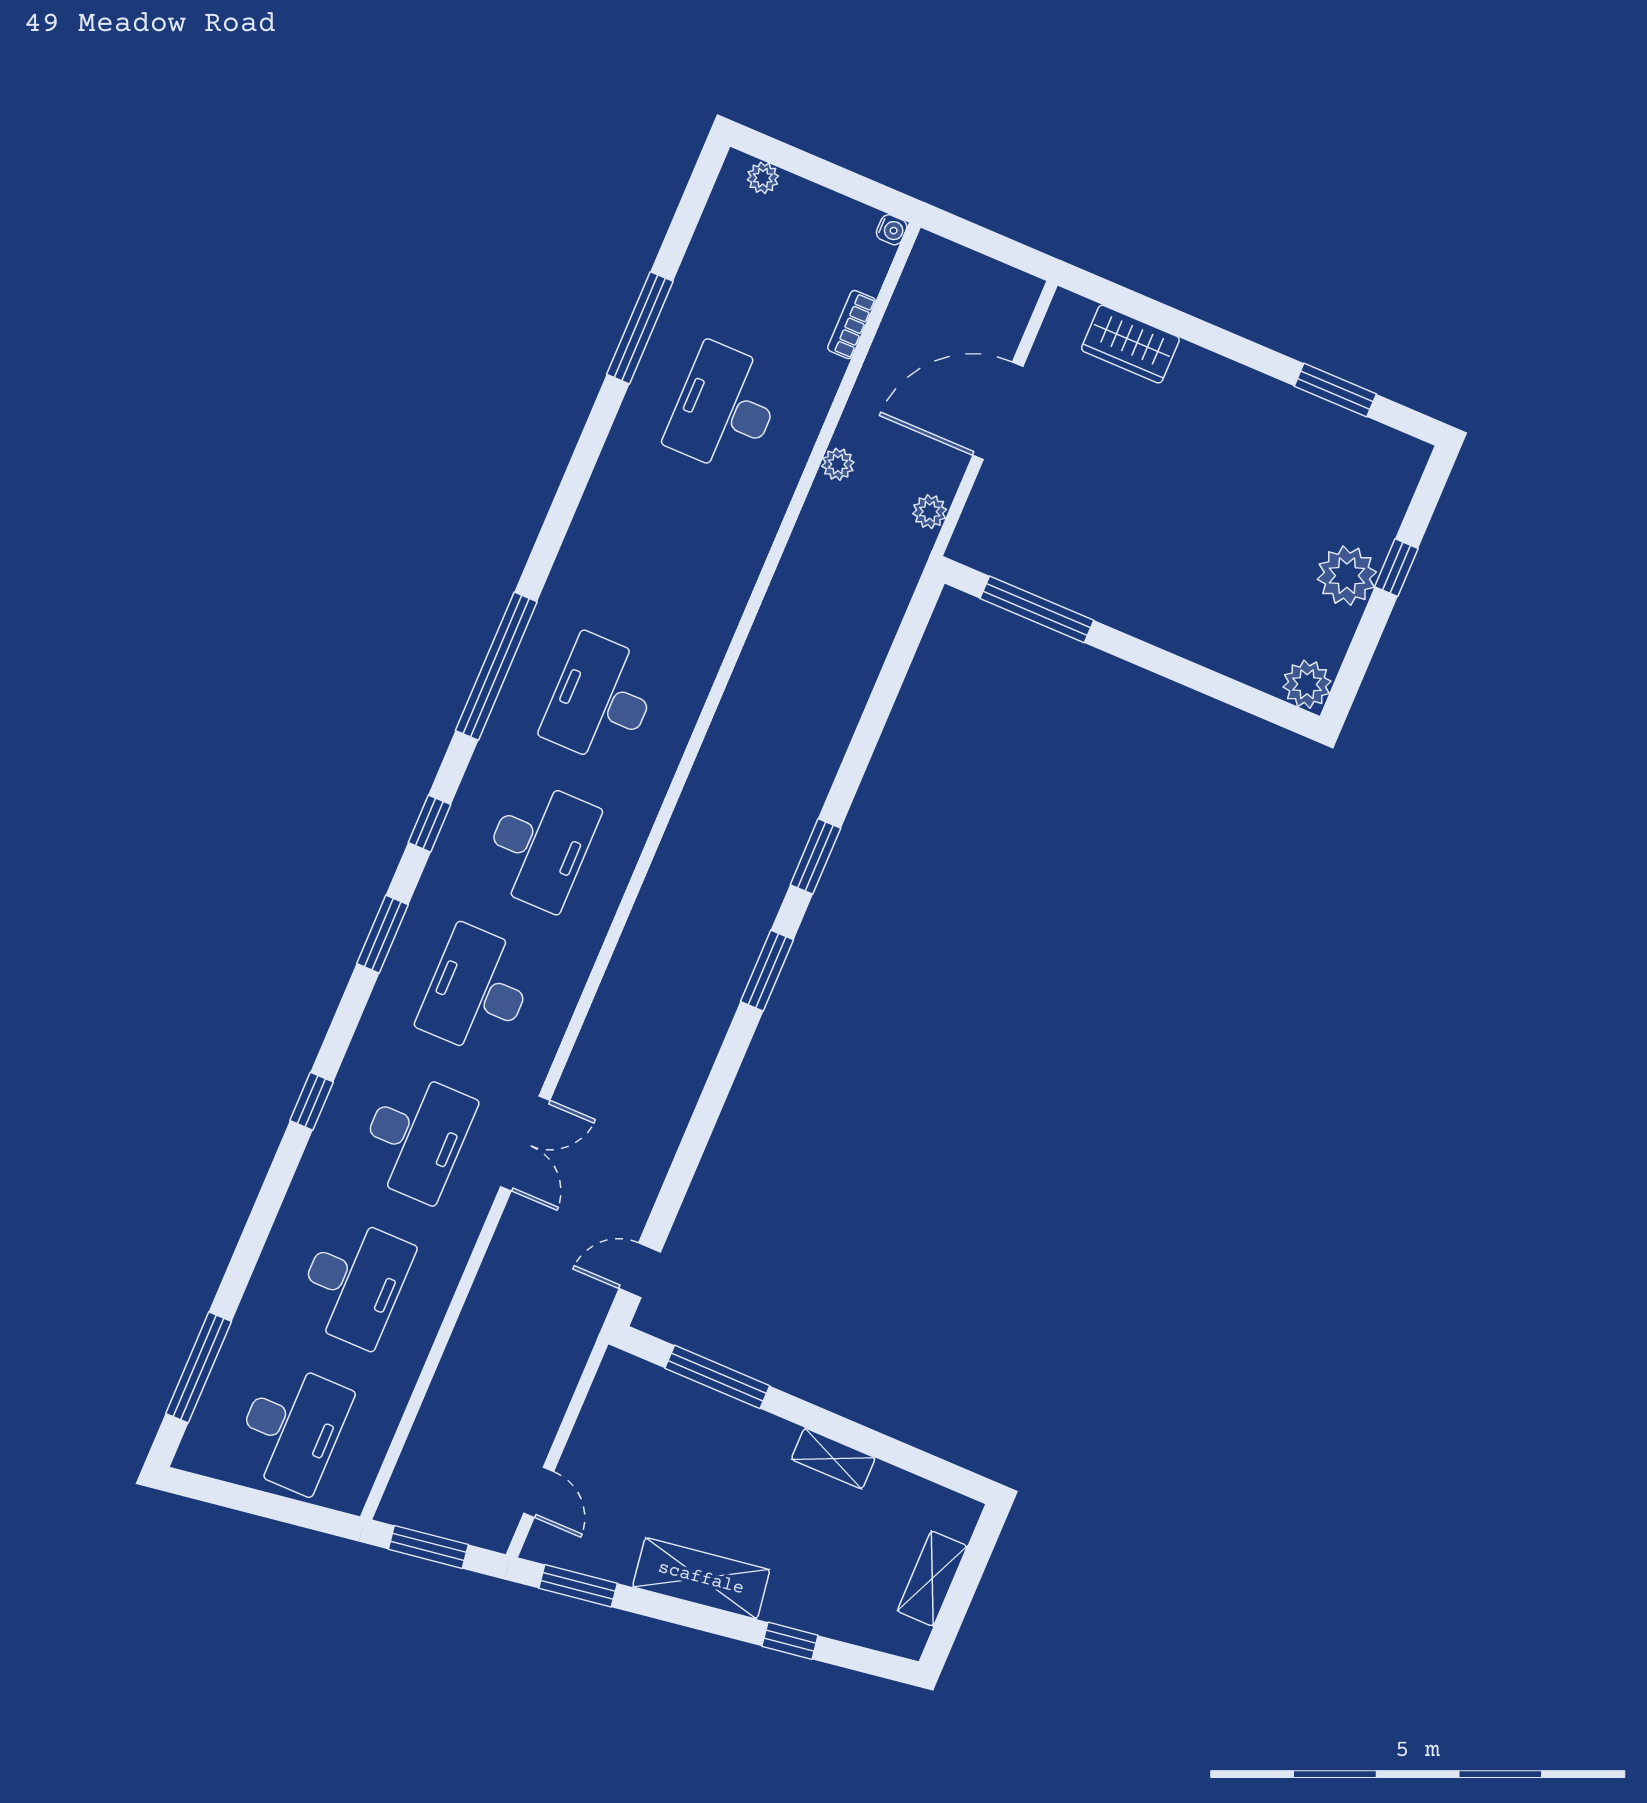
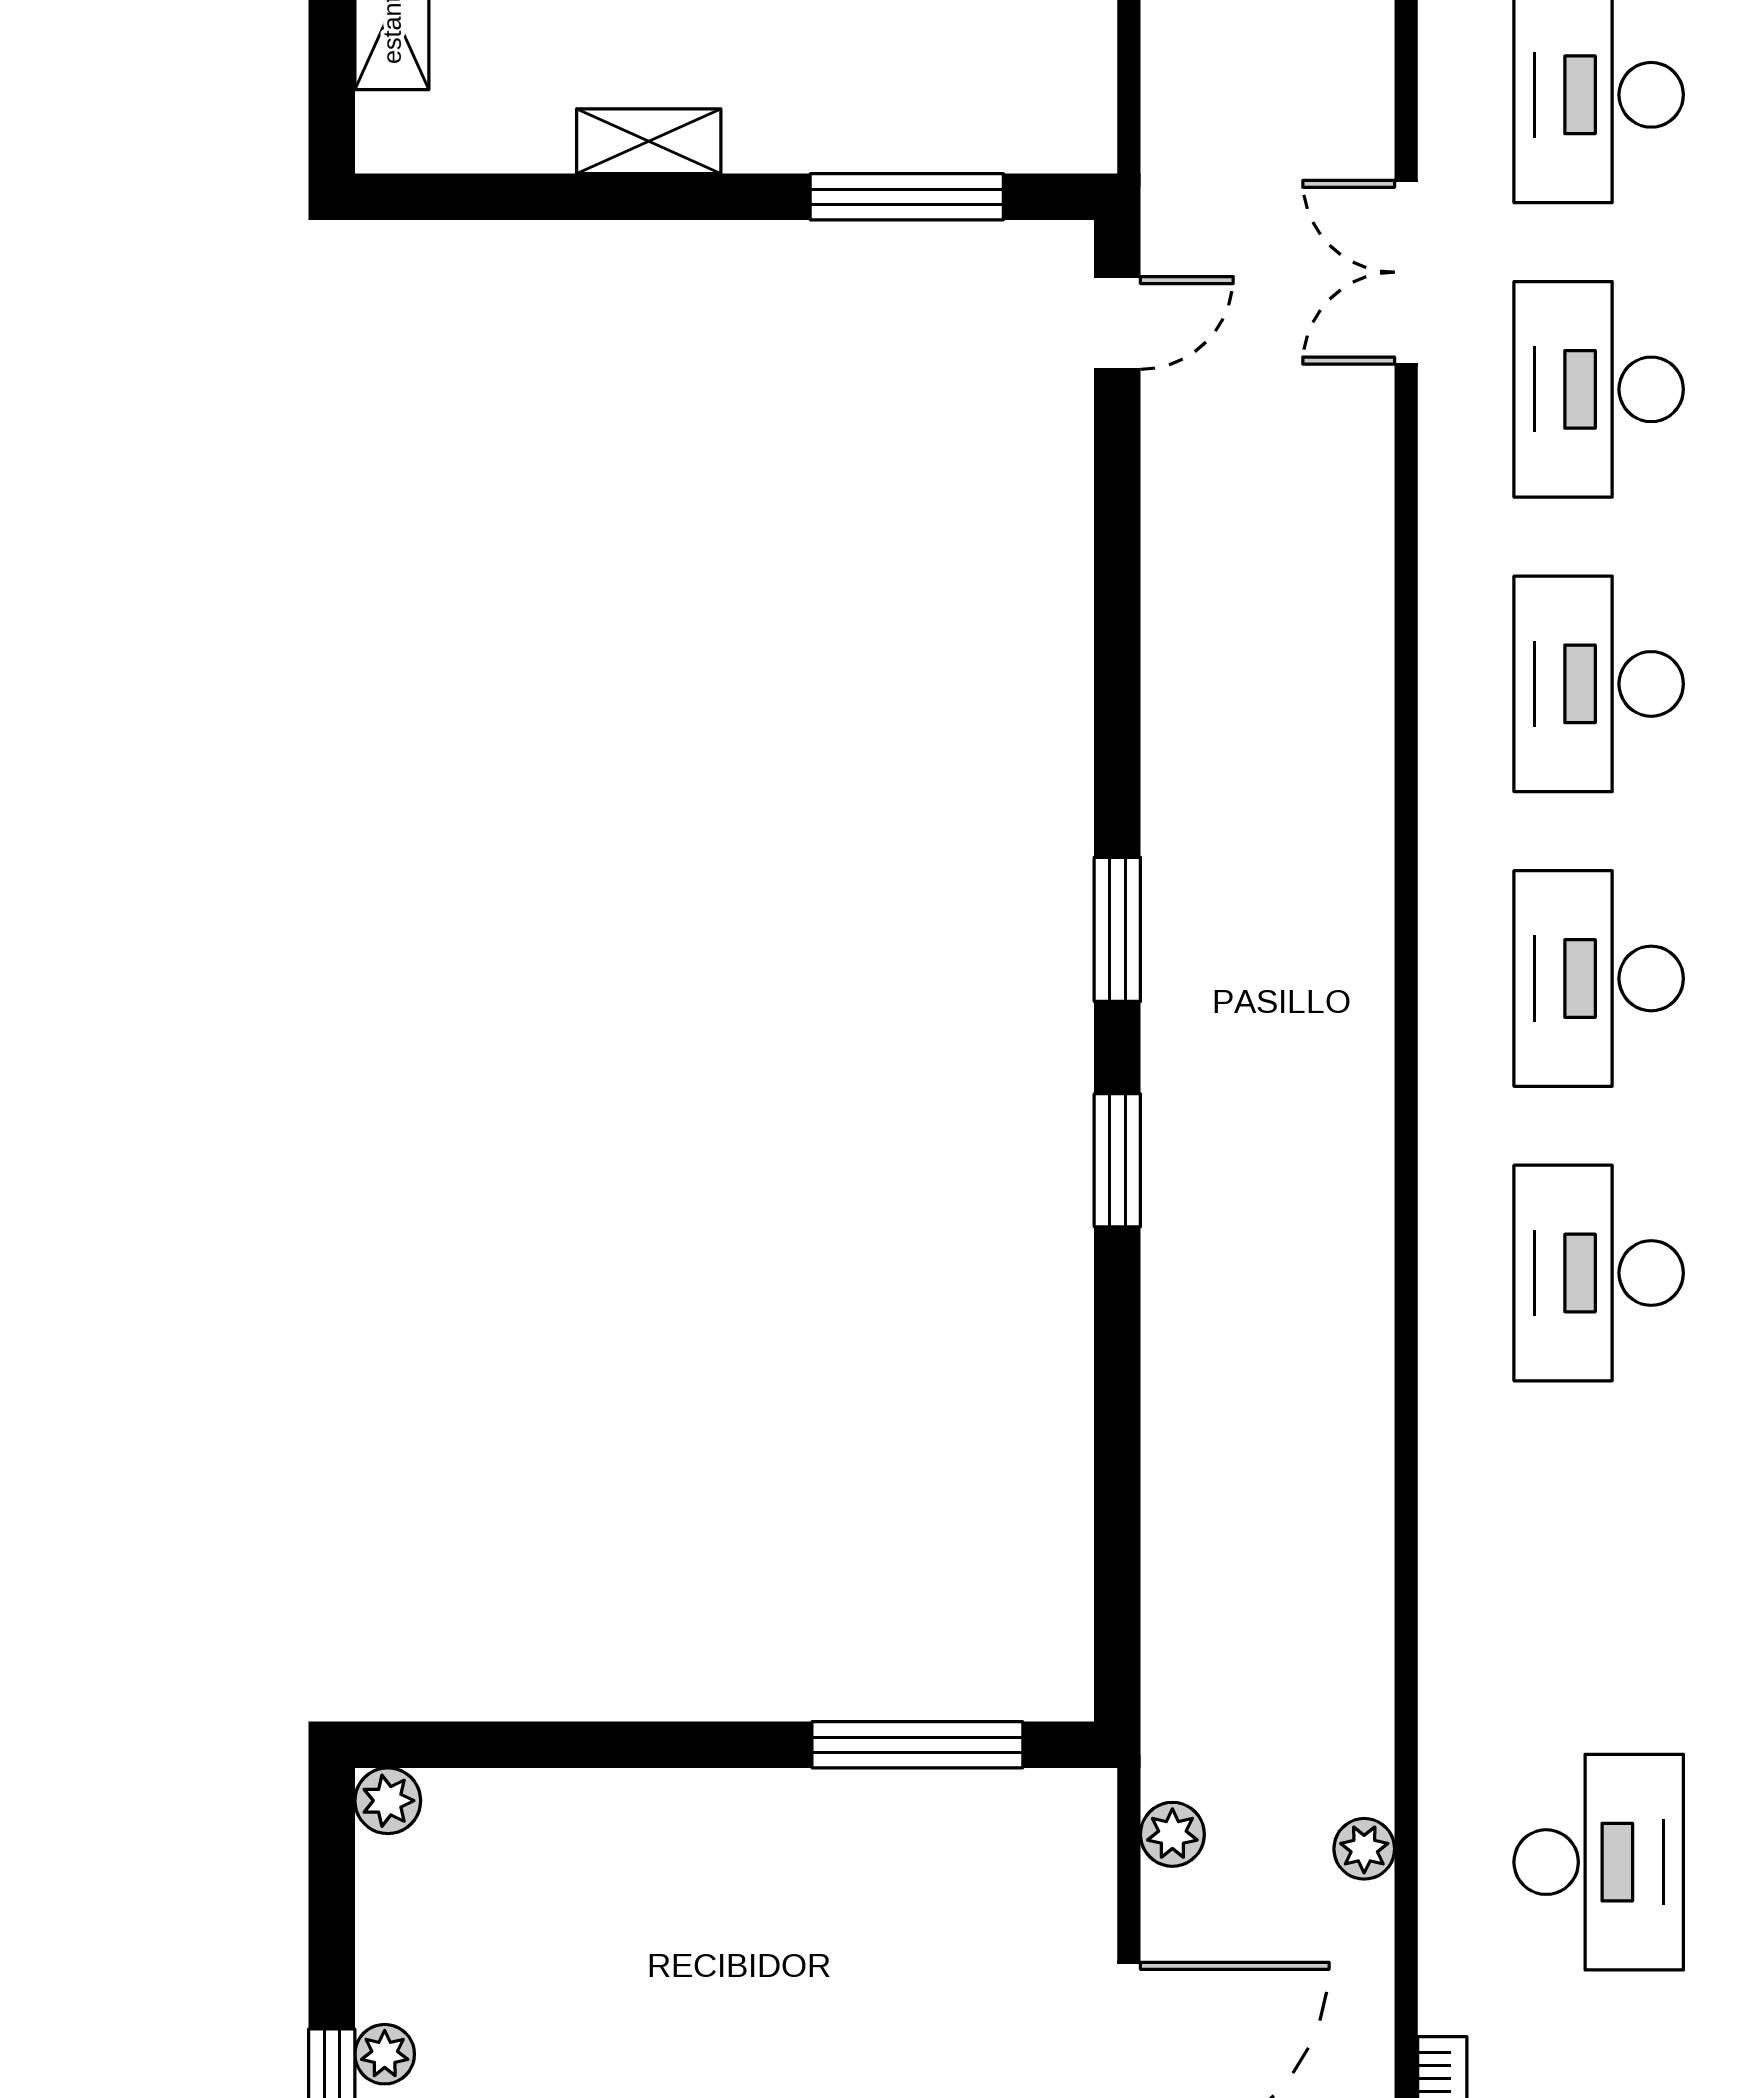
plant: (1347, 576) -> (385, 2054), width x0.53, depth x0.53
plant: (1307, 684) -> (388, 1801), width x0.73, depth x0.73
desk: (601, 700) -> (1599, 1273), turned 180
desk: (477, 991) -> (1599, 684), turned 180
double door: (525, 1143) -> (1406, 272), moved

